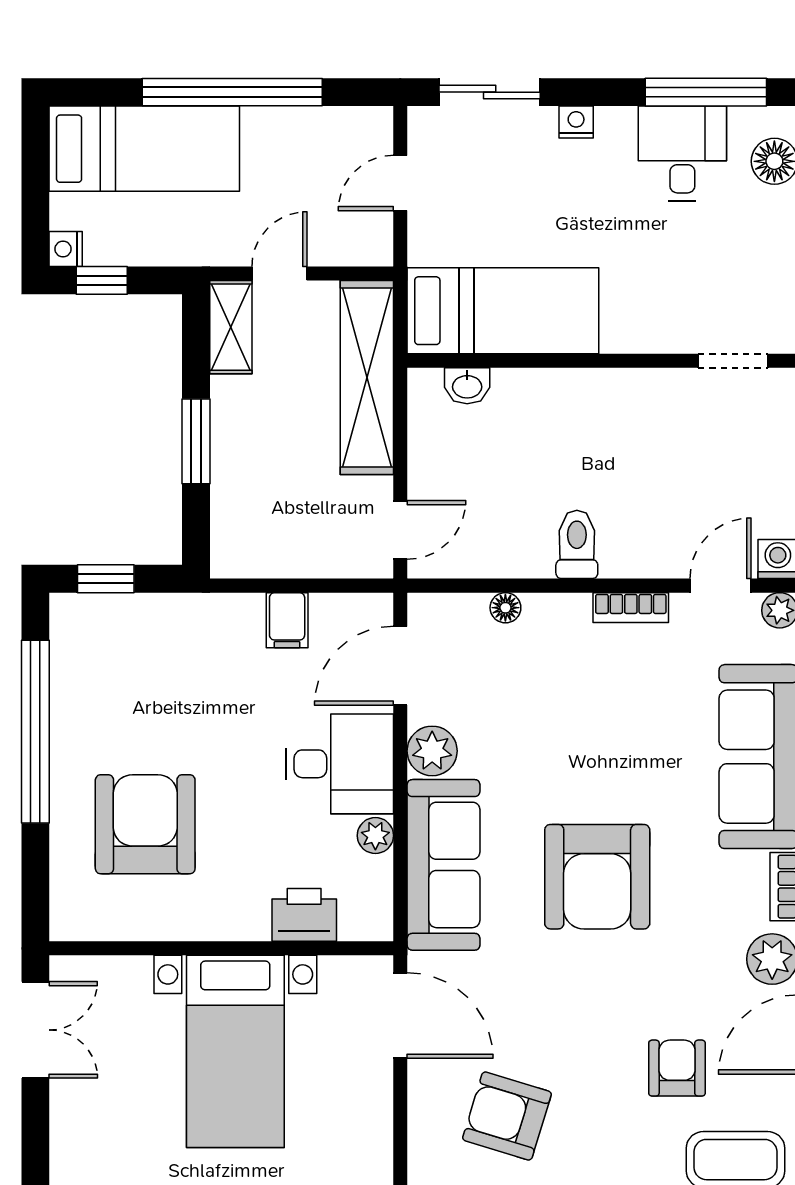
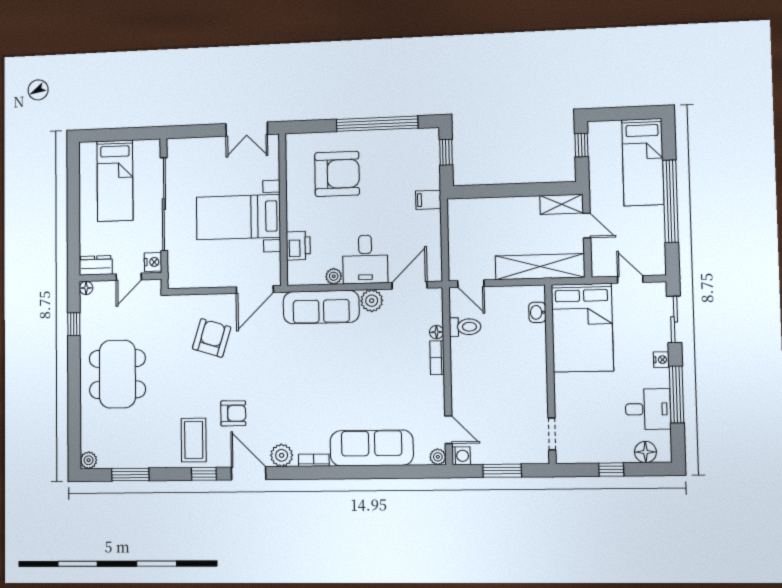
window: (706, 92) -> (676, 394), moved
nightstand: (66, 249) -> (595, 128), removed
bed: (503, 311) -> (582, 328), width x1.50
window: (196, 441) -> (509, 190), removed
toilet: (577, 544) -> (465, 327), moved
bookcase: (631, 608) -> (437, 358), moved
filing cabinet: (287, 620) -> (428, 200), moved
door: (400, 666) -> (409, 285), hinge flipped
armchair: (597, 877) -> (317, 376), removed

